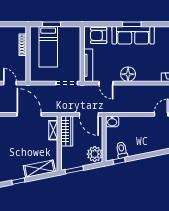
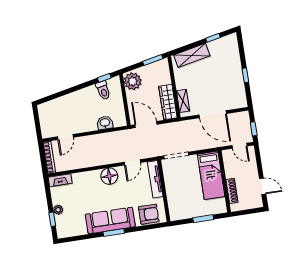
bed: (48, 47) -> (211, 175), moved, turned 180
door: (106, 83) -> (132, 162), swing flipped
washbasin: (112, 121) -> (105, 123), moved

